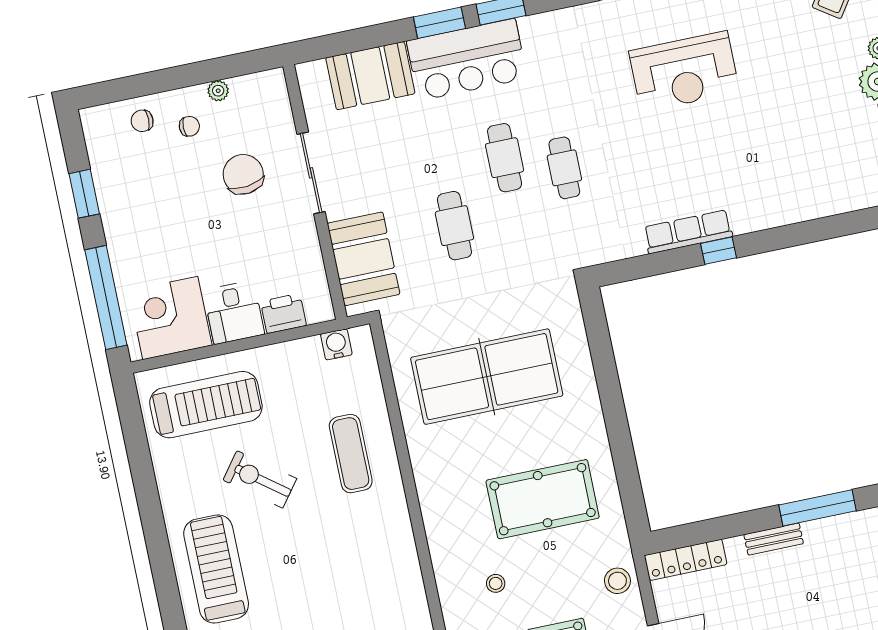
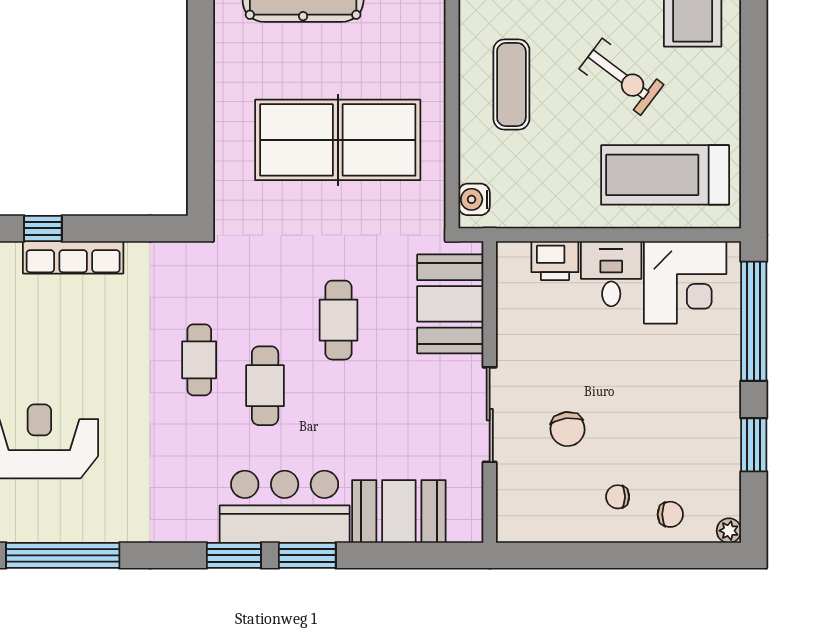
plant: (218, 91) -> (729, 531), moved
chair: (243, 174) -> (568, 429), width x0.73, depth x0.73
water cooler: (336, 344) -> (474, 199), moved, turned 90

